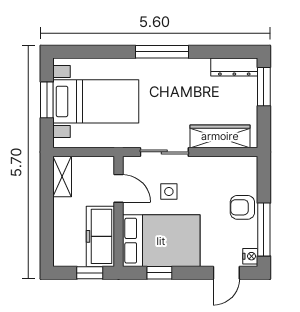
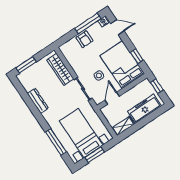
window: (162, 52) -> (56, 142), moved
dresser: (234, 67) -> (38, 101), moved
freezer: (100, 236) -> (144, 109), moved, turned 180

